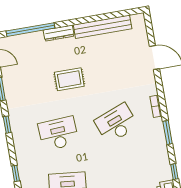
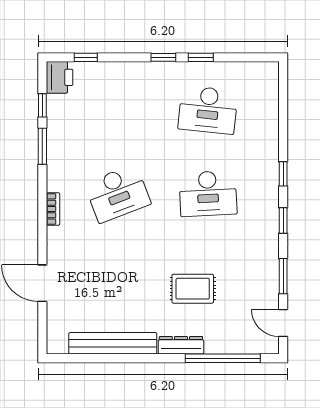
rug: (69, 79) -> (193, 289), moved
window: (168, 133) -> (42, 146), moved
window: (16, 173) -> (283, 174), moved

